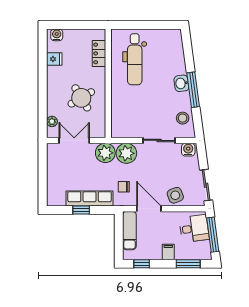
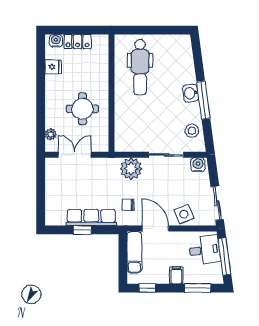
locker: (99, 53) -> (78, 42), moved, turned -90
round table: (81, 98) -> (82, 109), turned 31
plant: (105, 153) -> (108, 168), removed

